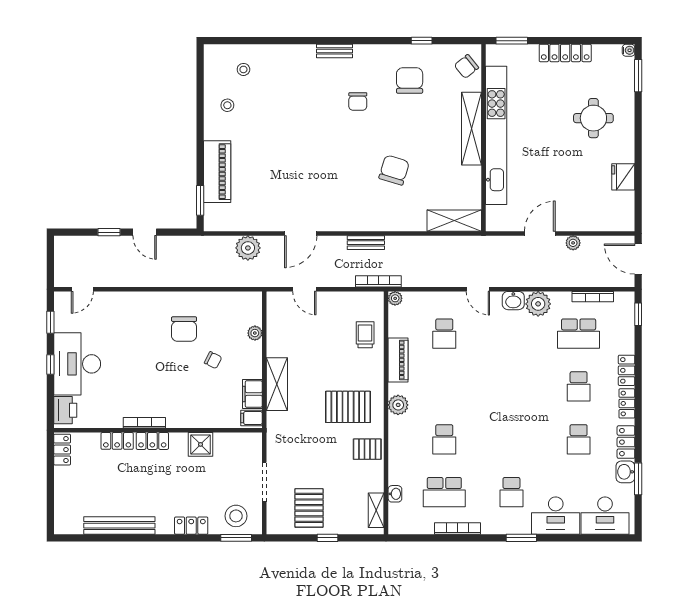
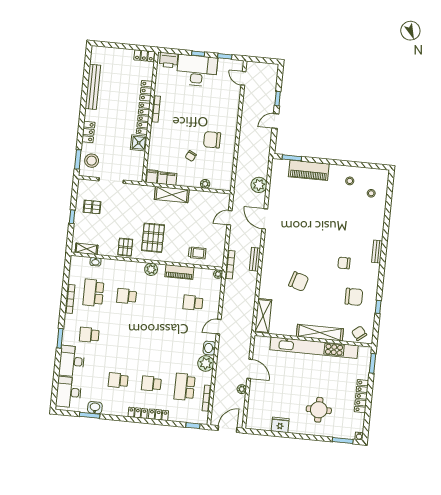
locker: (152, 441) -> (143, 118), width x1.53
locker: (626, 442) -> (114, 410), removed
pallet: (309, 508) -> (92, 207), width x0.67, depth x0.71

